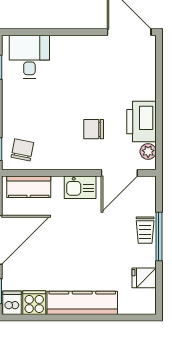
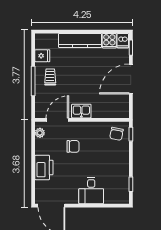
desk: (29, 57) -> (91, 191), moved
printer: (141, 122) -> (44, 167), moved
kitchen counter: (29, 187) -> (113, 111), removed
trolley: (145, 230) -> (50, 77), moved

